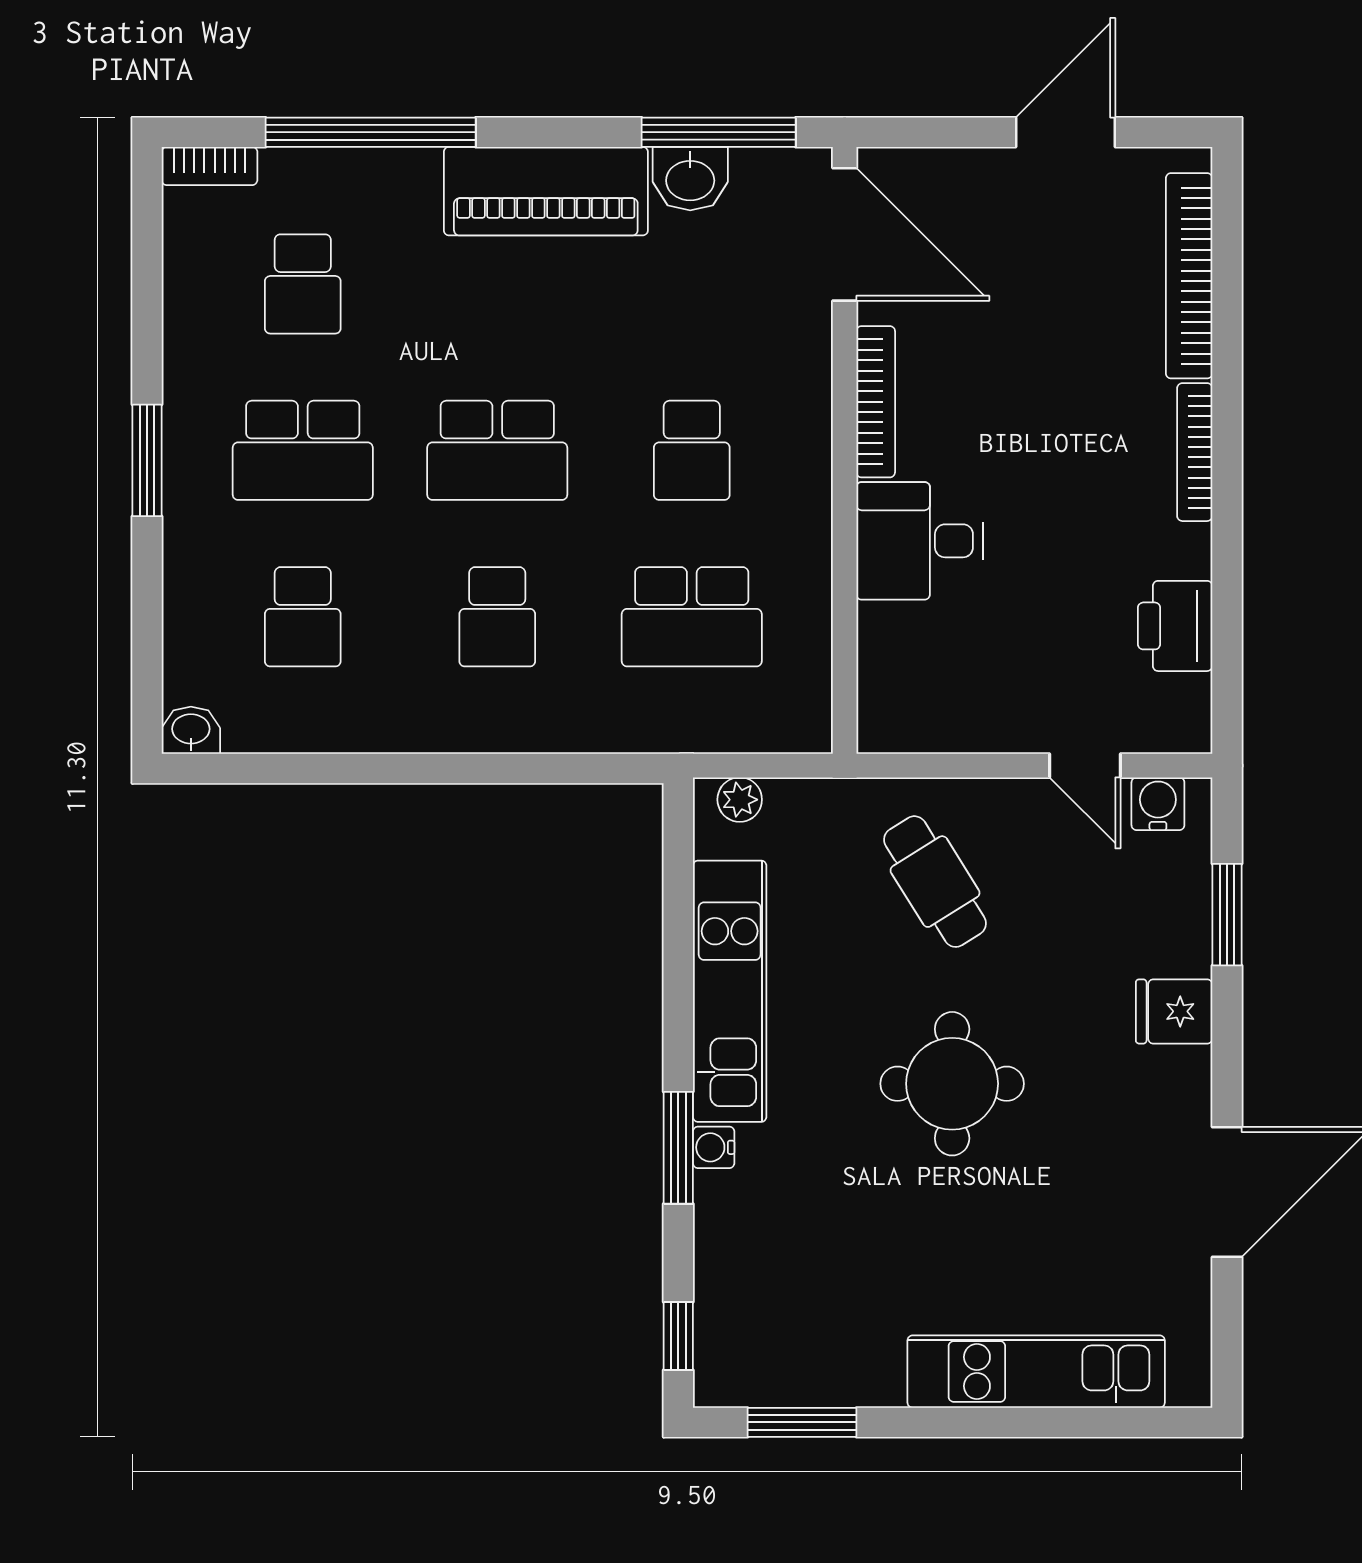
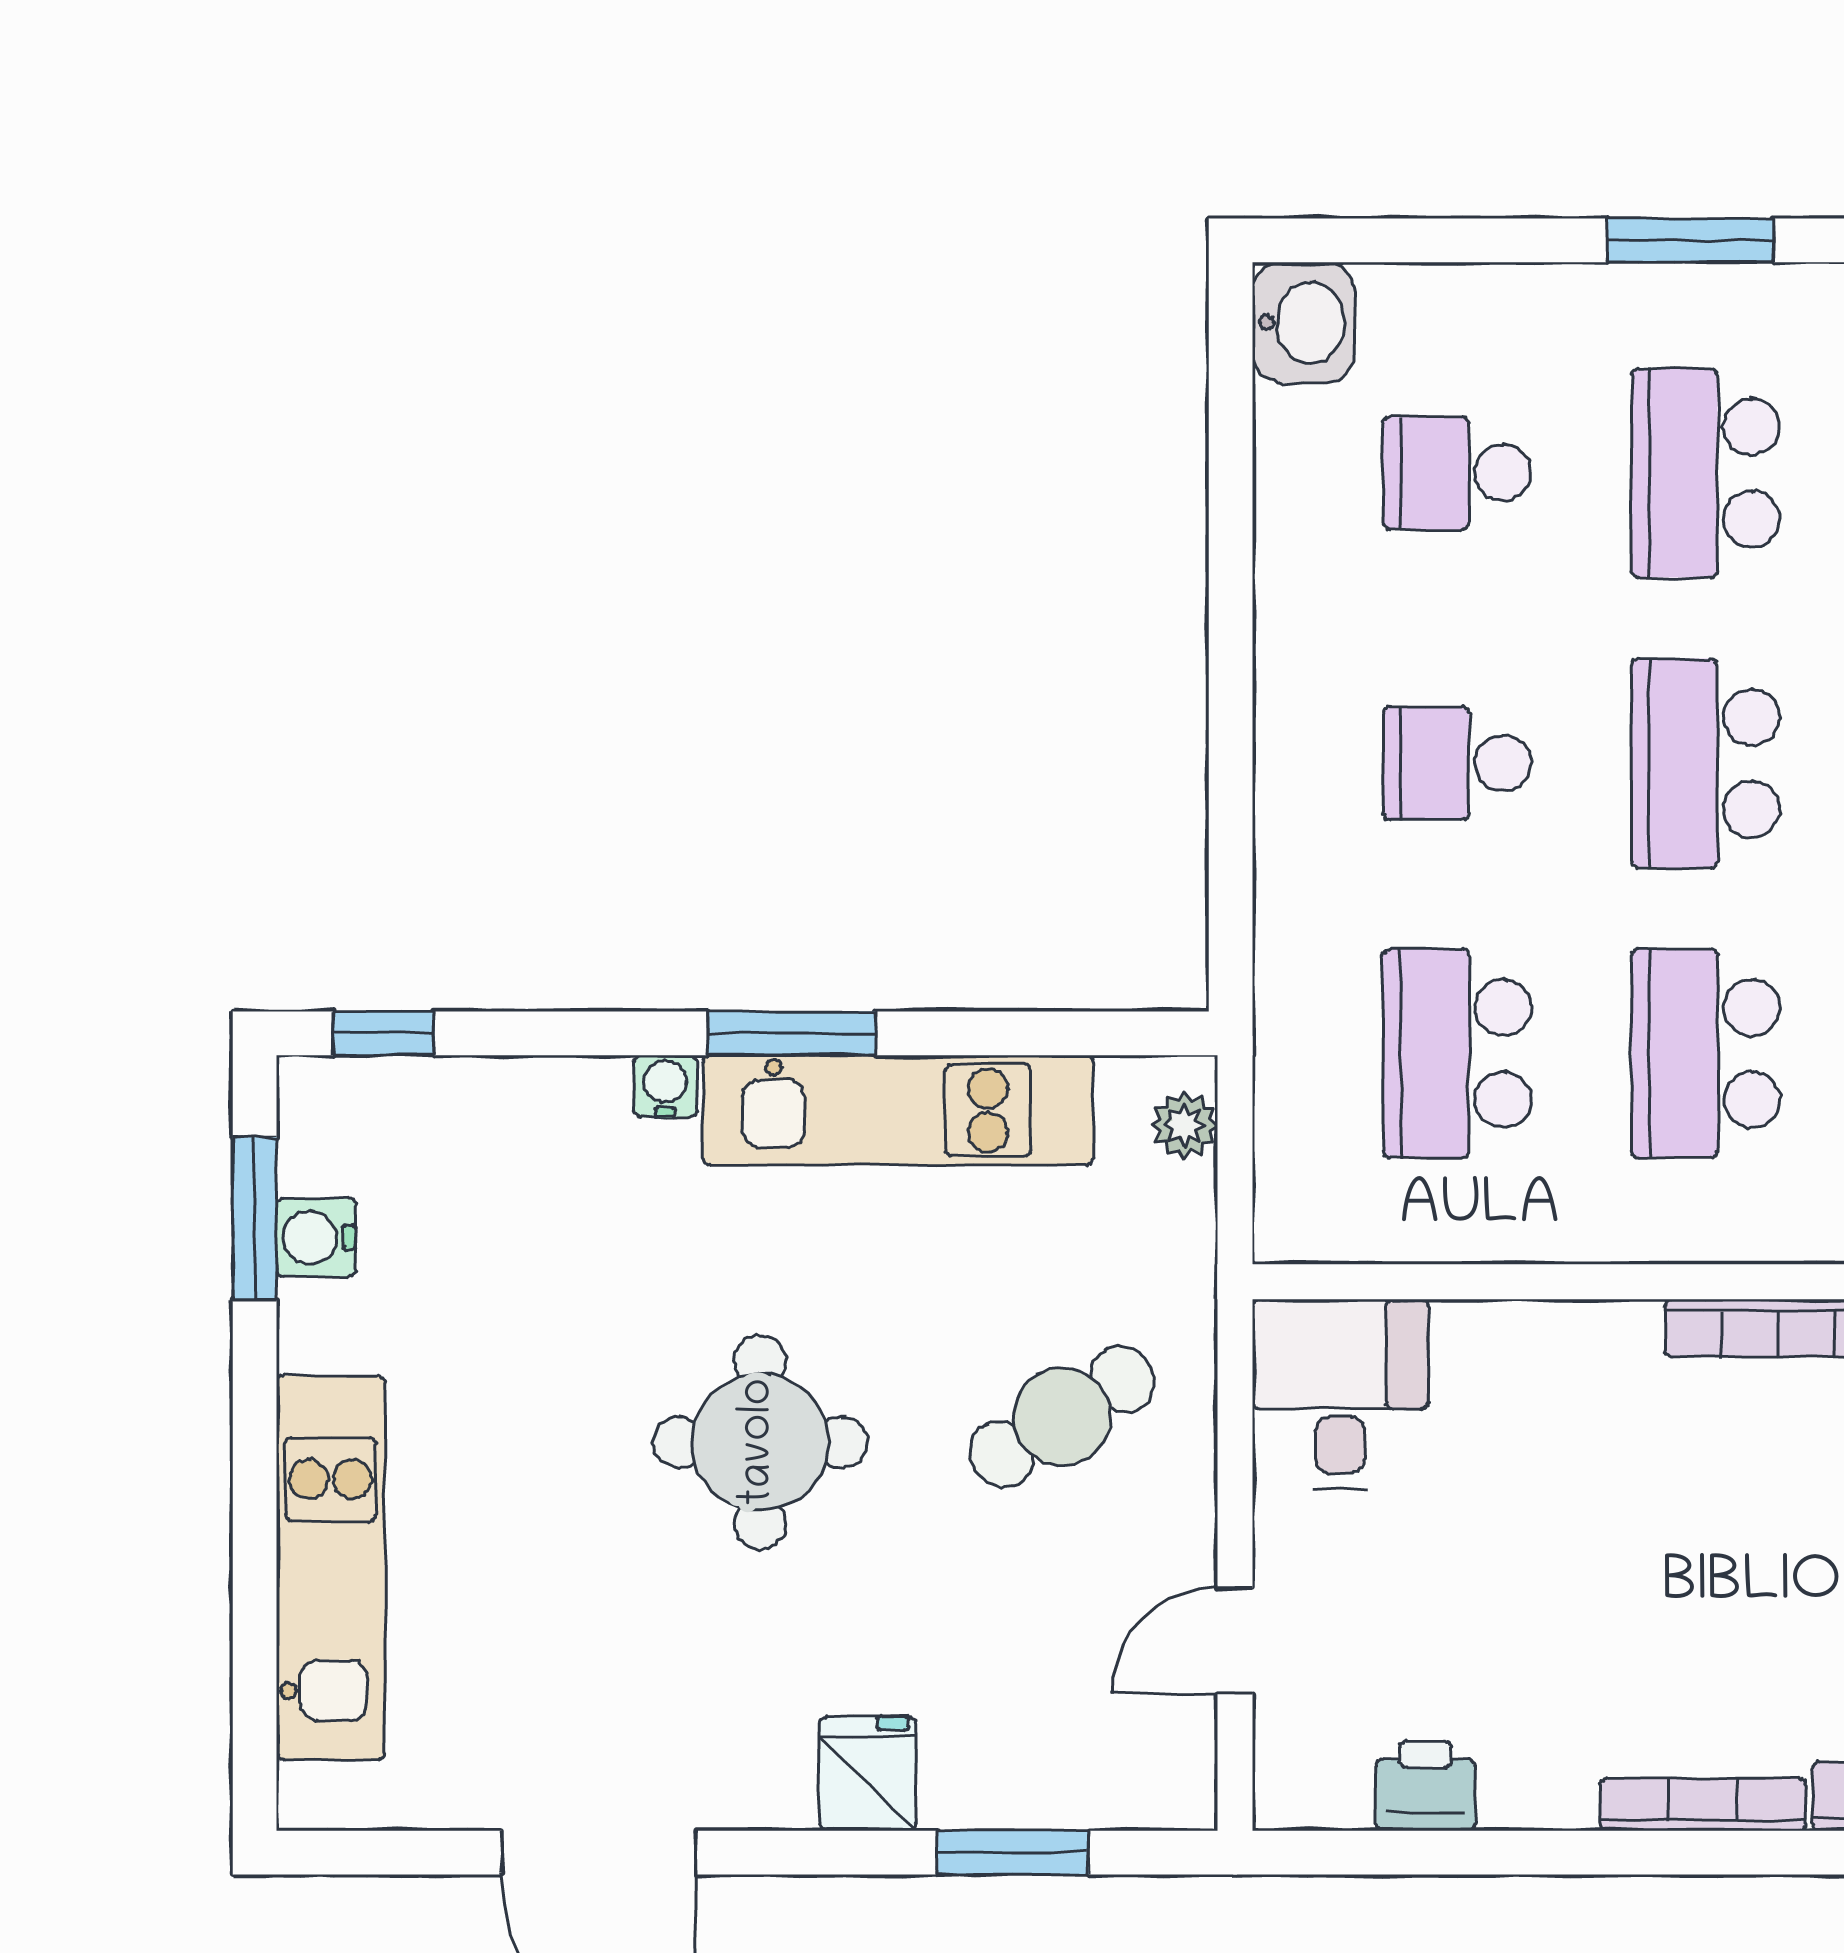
school desk: (692, 450) -> (1706, 1054), width x1.85
desk: (920, 541) -> (1340, 1394), moved
printer: (1175, 626) -> (1426, 1786), width x0.73, depth x0.81
washbasin: (191, 730) -> (1304, 323), width x1.38, depth x1.45
water cooler: (1158, 804) -> (316, 1237), moved, turned 180
window: (678, 1148) -> (792, 1033), moved

